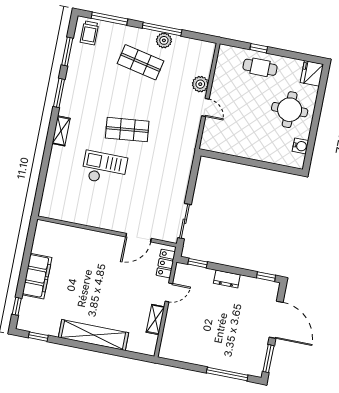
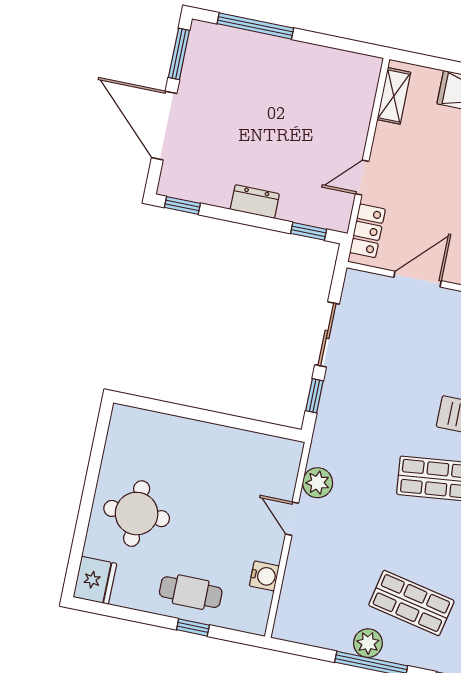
plant: (200, 84) -> (318, 483), moved
water cooler: (300, 146) -> (264, 576), moved, turned 180
window: (194, 174) -> (314, 396), added
sliding door: (184, 221) -> (327, 334), moved
shelving: (155, 319) -> (394, 96), moved

